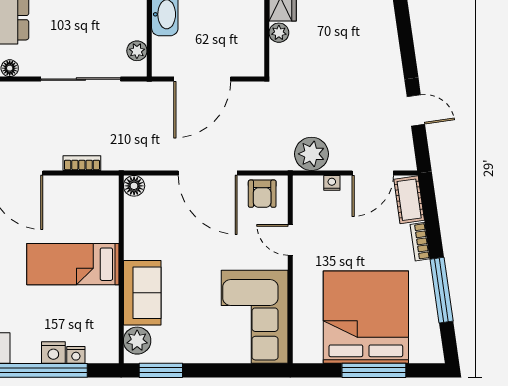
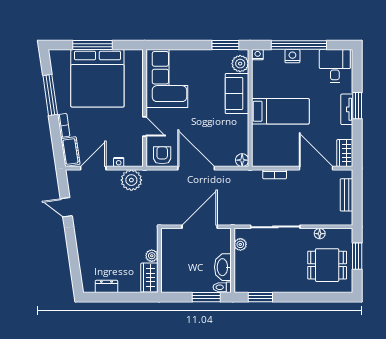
nightstand: (76, 355) -> (258, 55), moved

